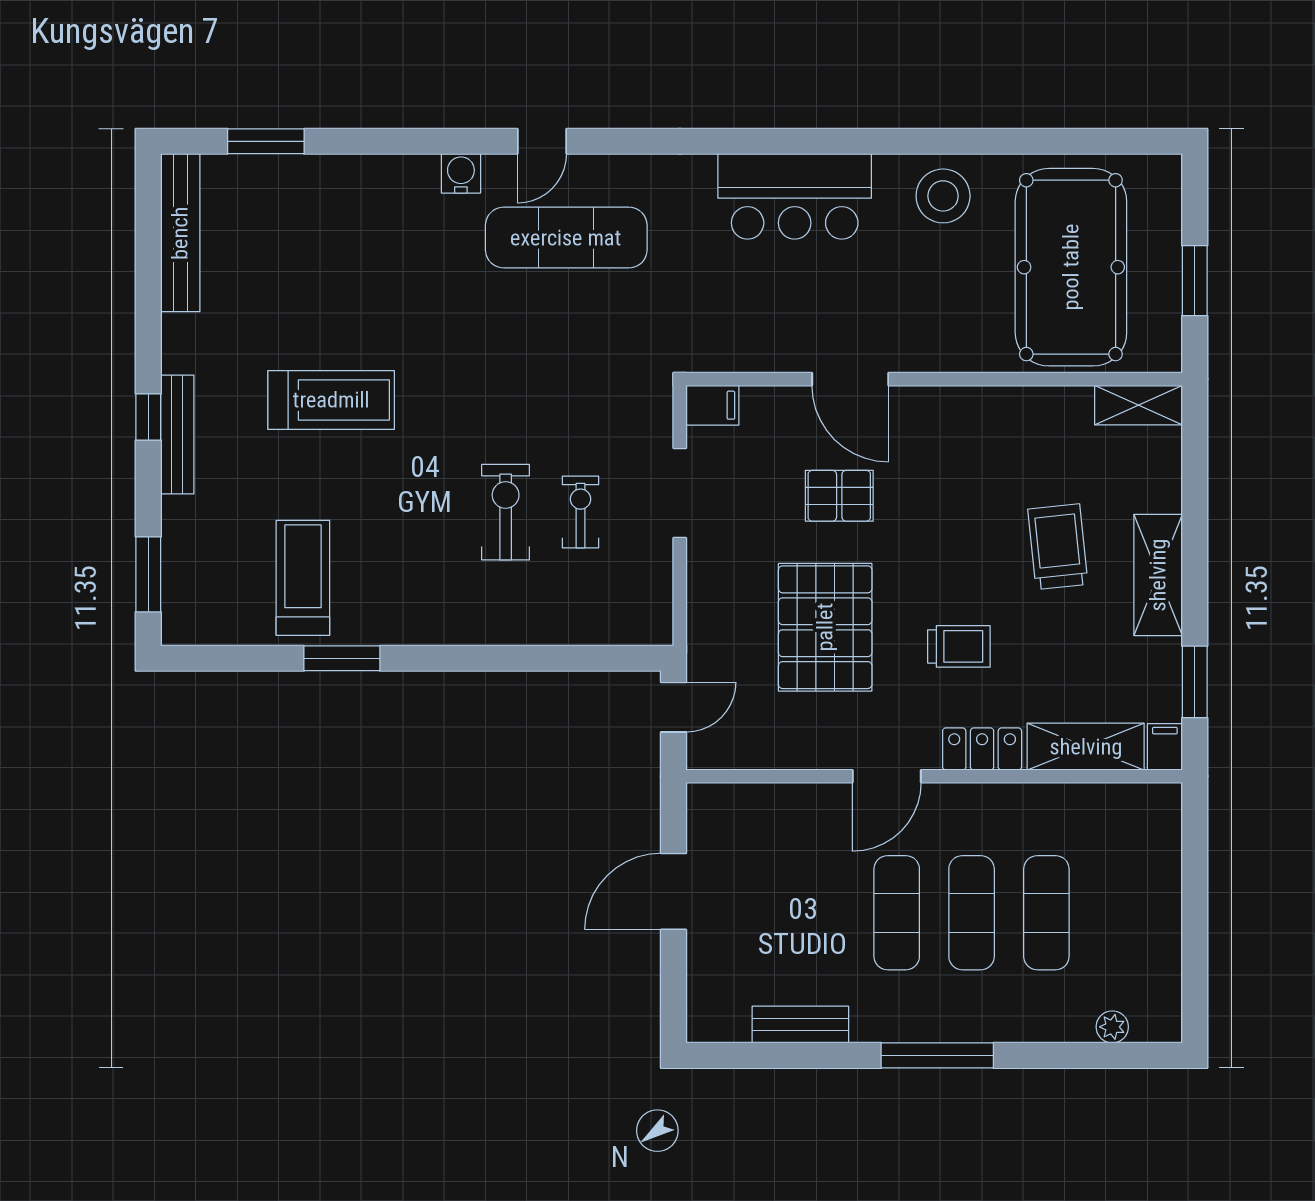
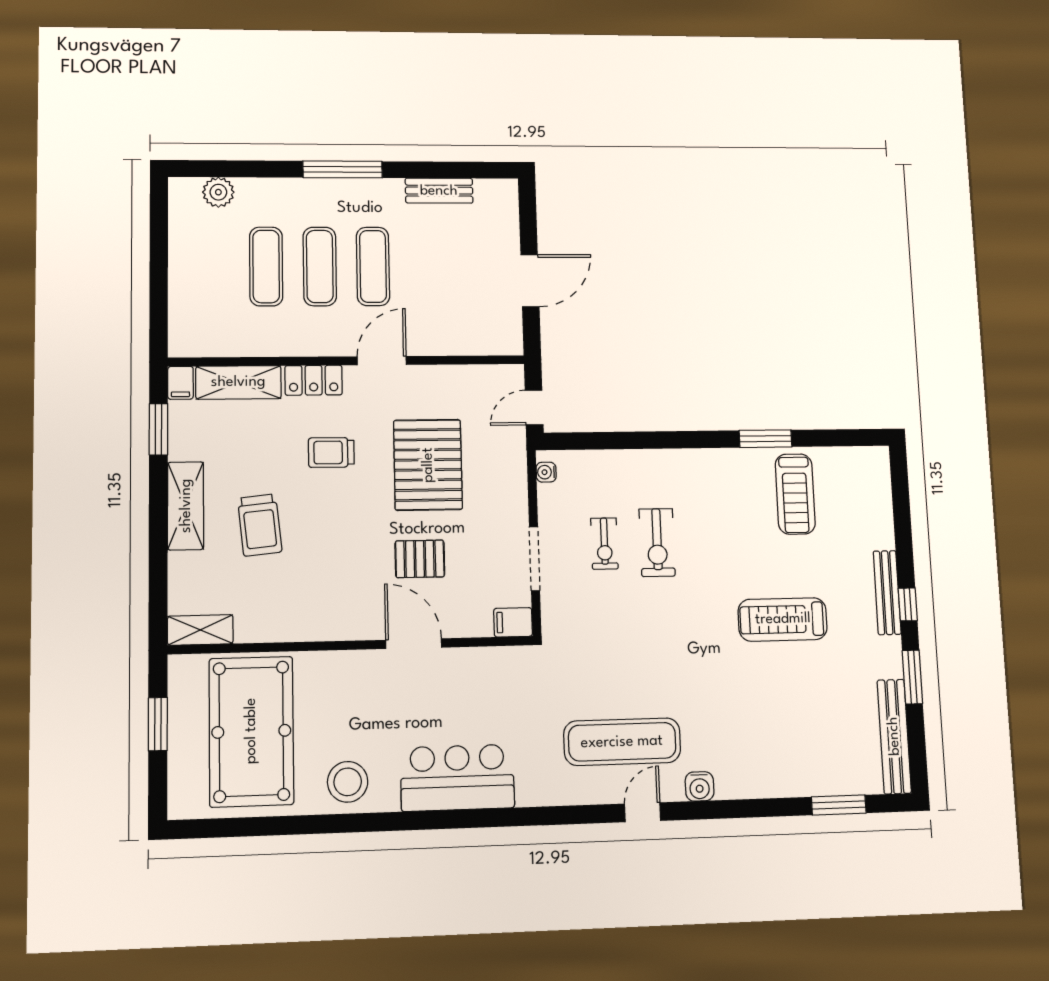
window: (148, 574) -> (912, 677), moved
water cooler: (659, 614) -> (546, 472), added
plant: (1112, 1027) -> (218, 192), width x1.38, depth x1.38

